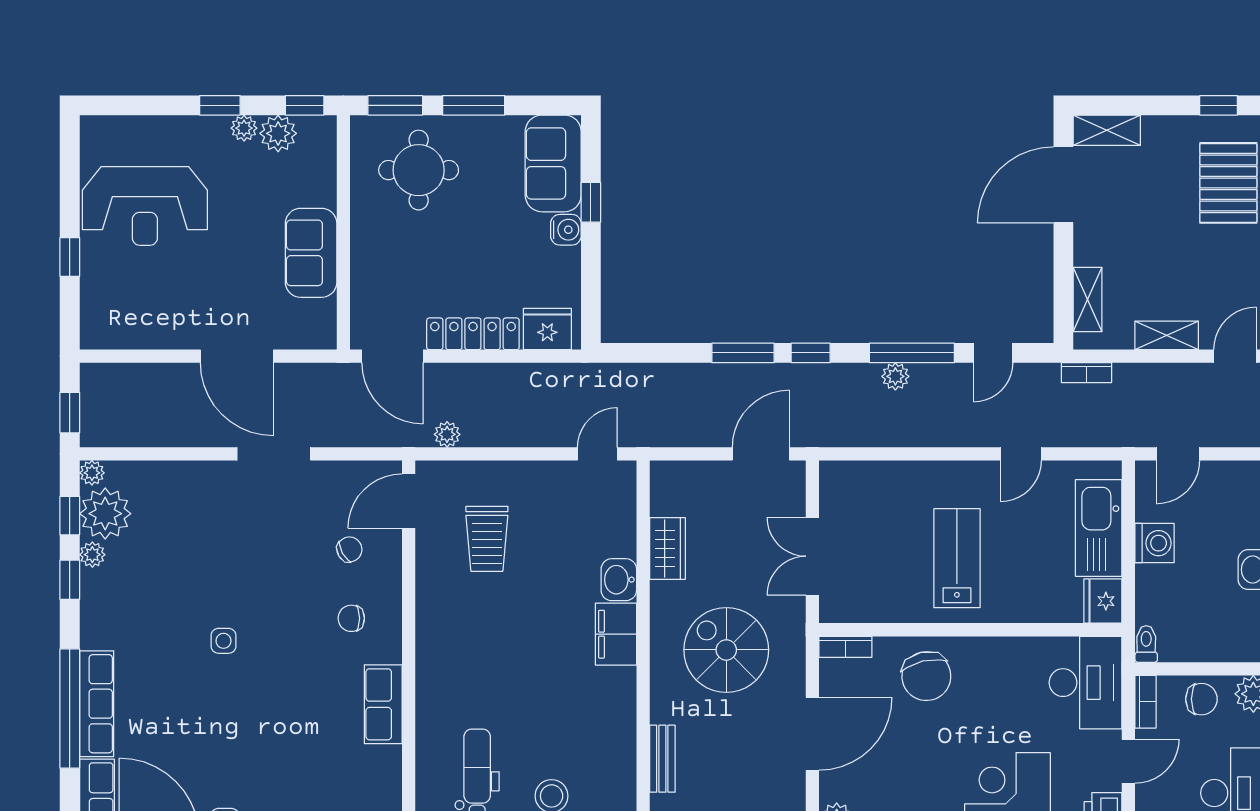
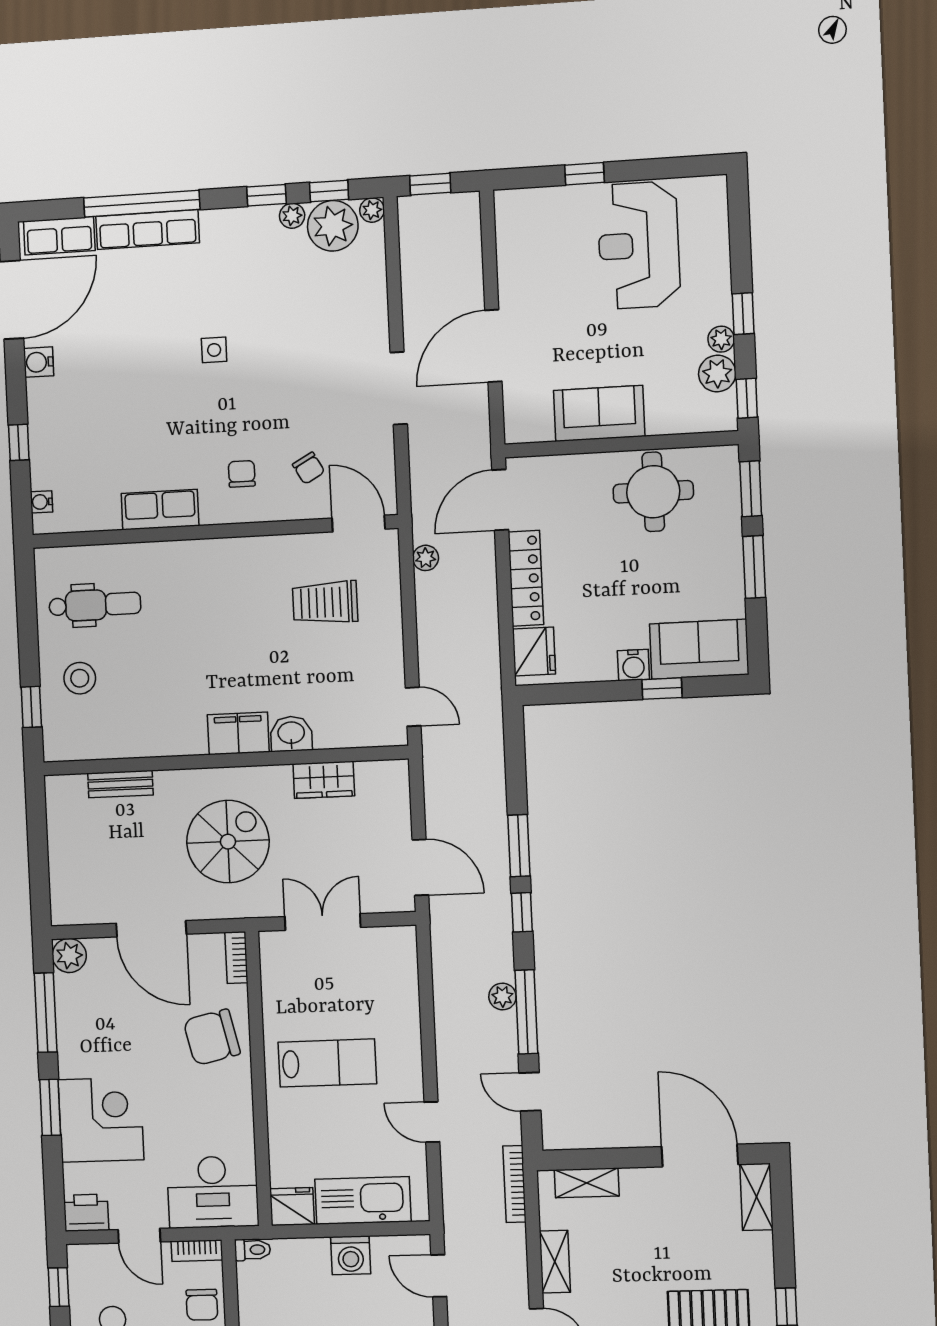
round table: (419, 170) -> (653, 492), moved
bookcase: (1087, 373) -> (515, 1184), width x1.56

